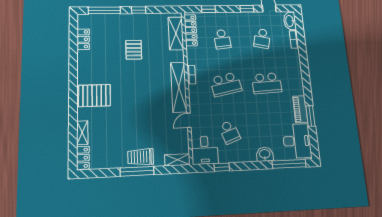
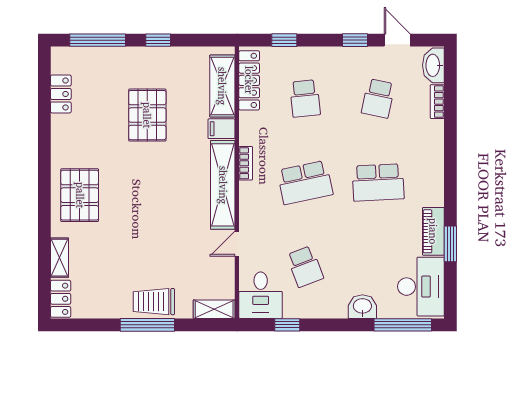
pallet: (134, 50) -> (147, 115), width x1.50, depth x1.42
filing cabinet: (176, 56) -> (221, 129), added
pallet: (94, 96) -> (80, 195), turned 90

